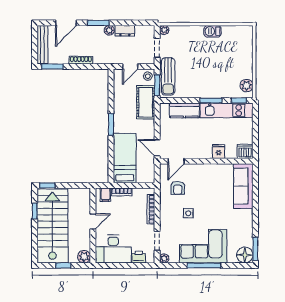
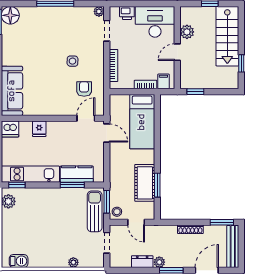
plant: (164, 30) -> (73, 262), moved
barbecue: (212, 31) -> (19, 261), moved
door: (130, 67) -> (136, 222), swing flipped
window: (211, 101) -> (72, 185), moved
cot: (146, 102) -> (145, 183), moved
window: (111, 125) -> (157, 185), moved
window: (47, 185) -> (195, 92), moved
stairs: (52, 226) -> (227, 36), width x0.73, depth x0.66
corner sofa: (203, 246) -> (56, 25), removed
plant: (84, 257) -> (187, 32), moved

